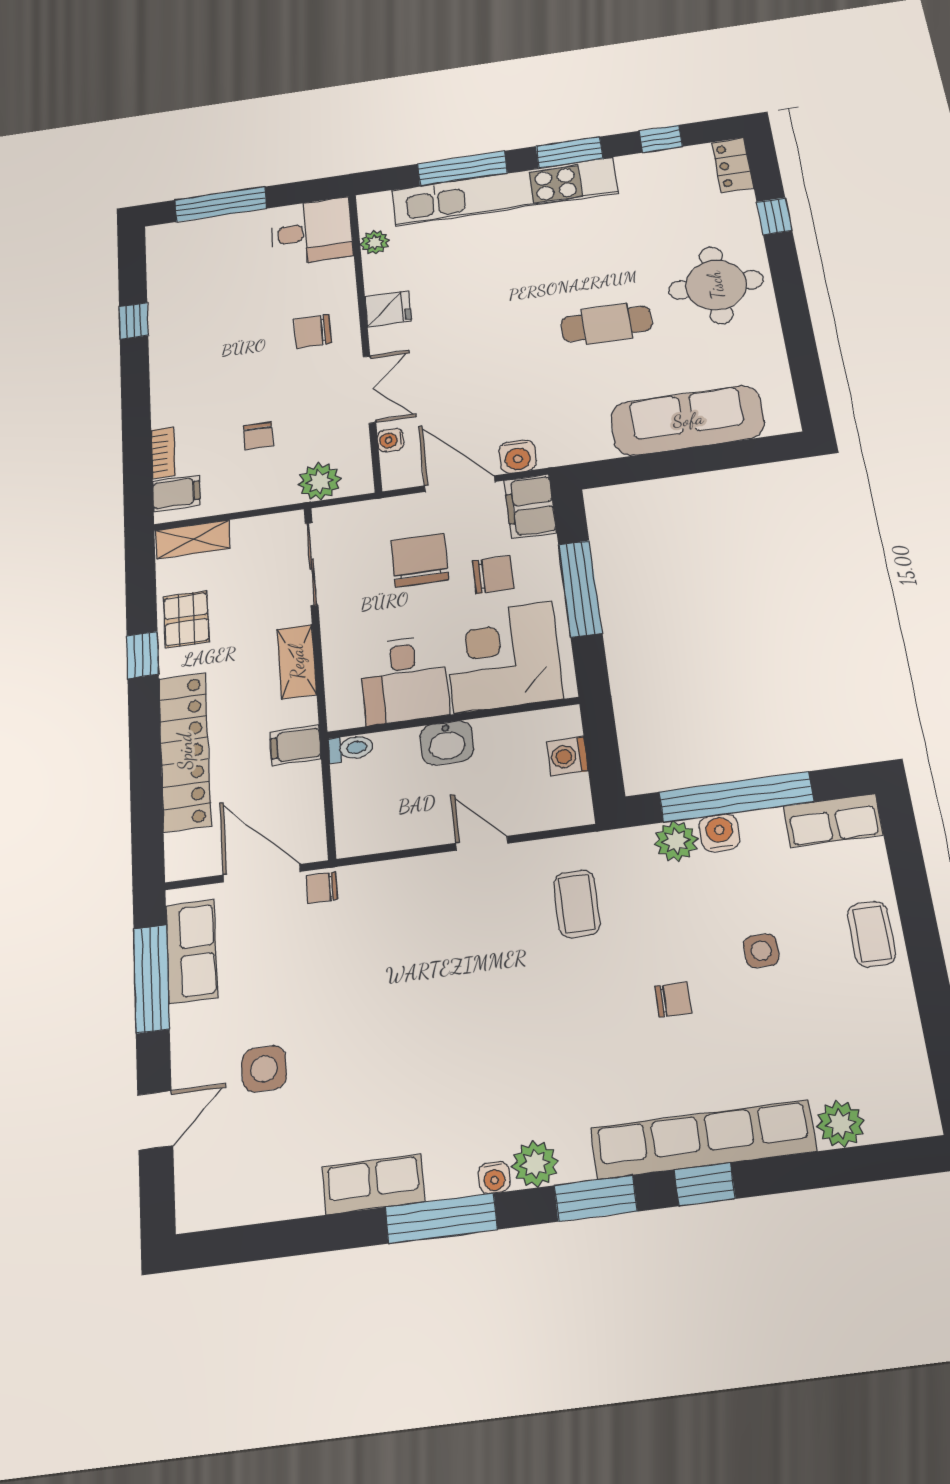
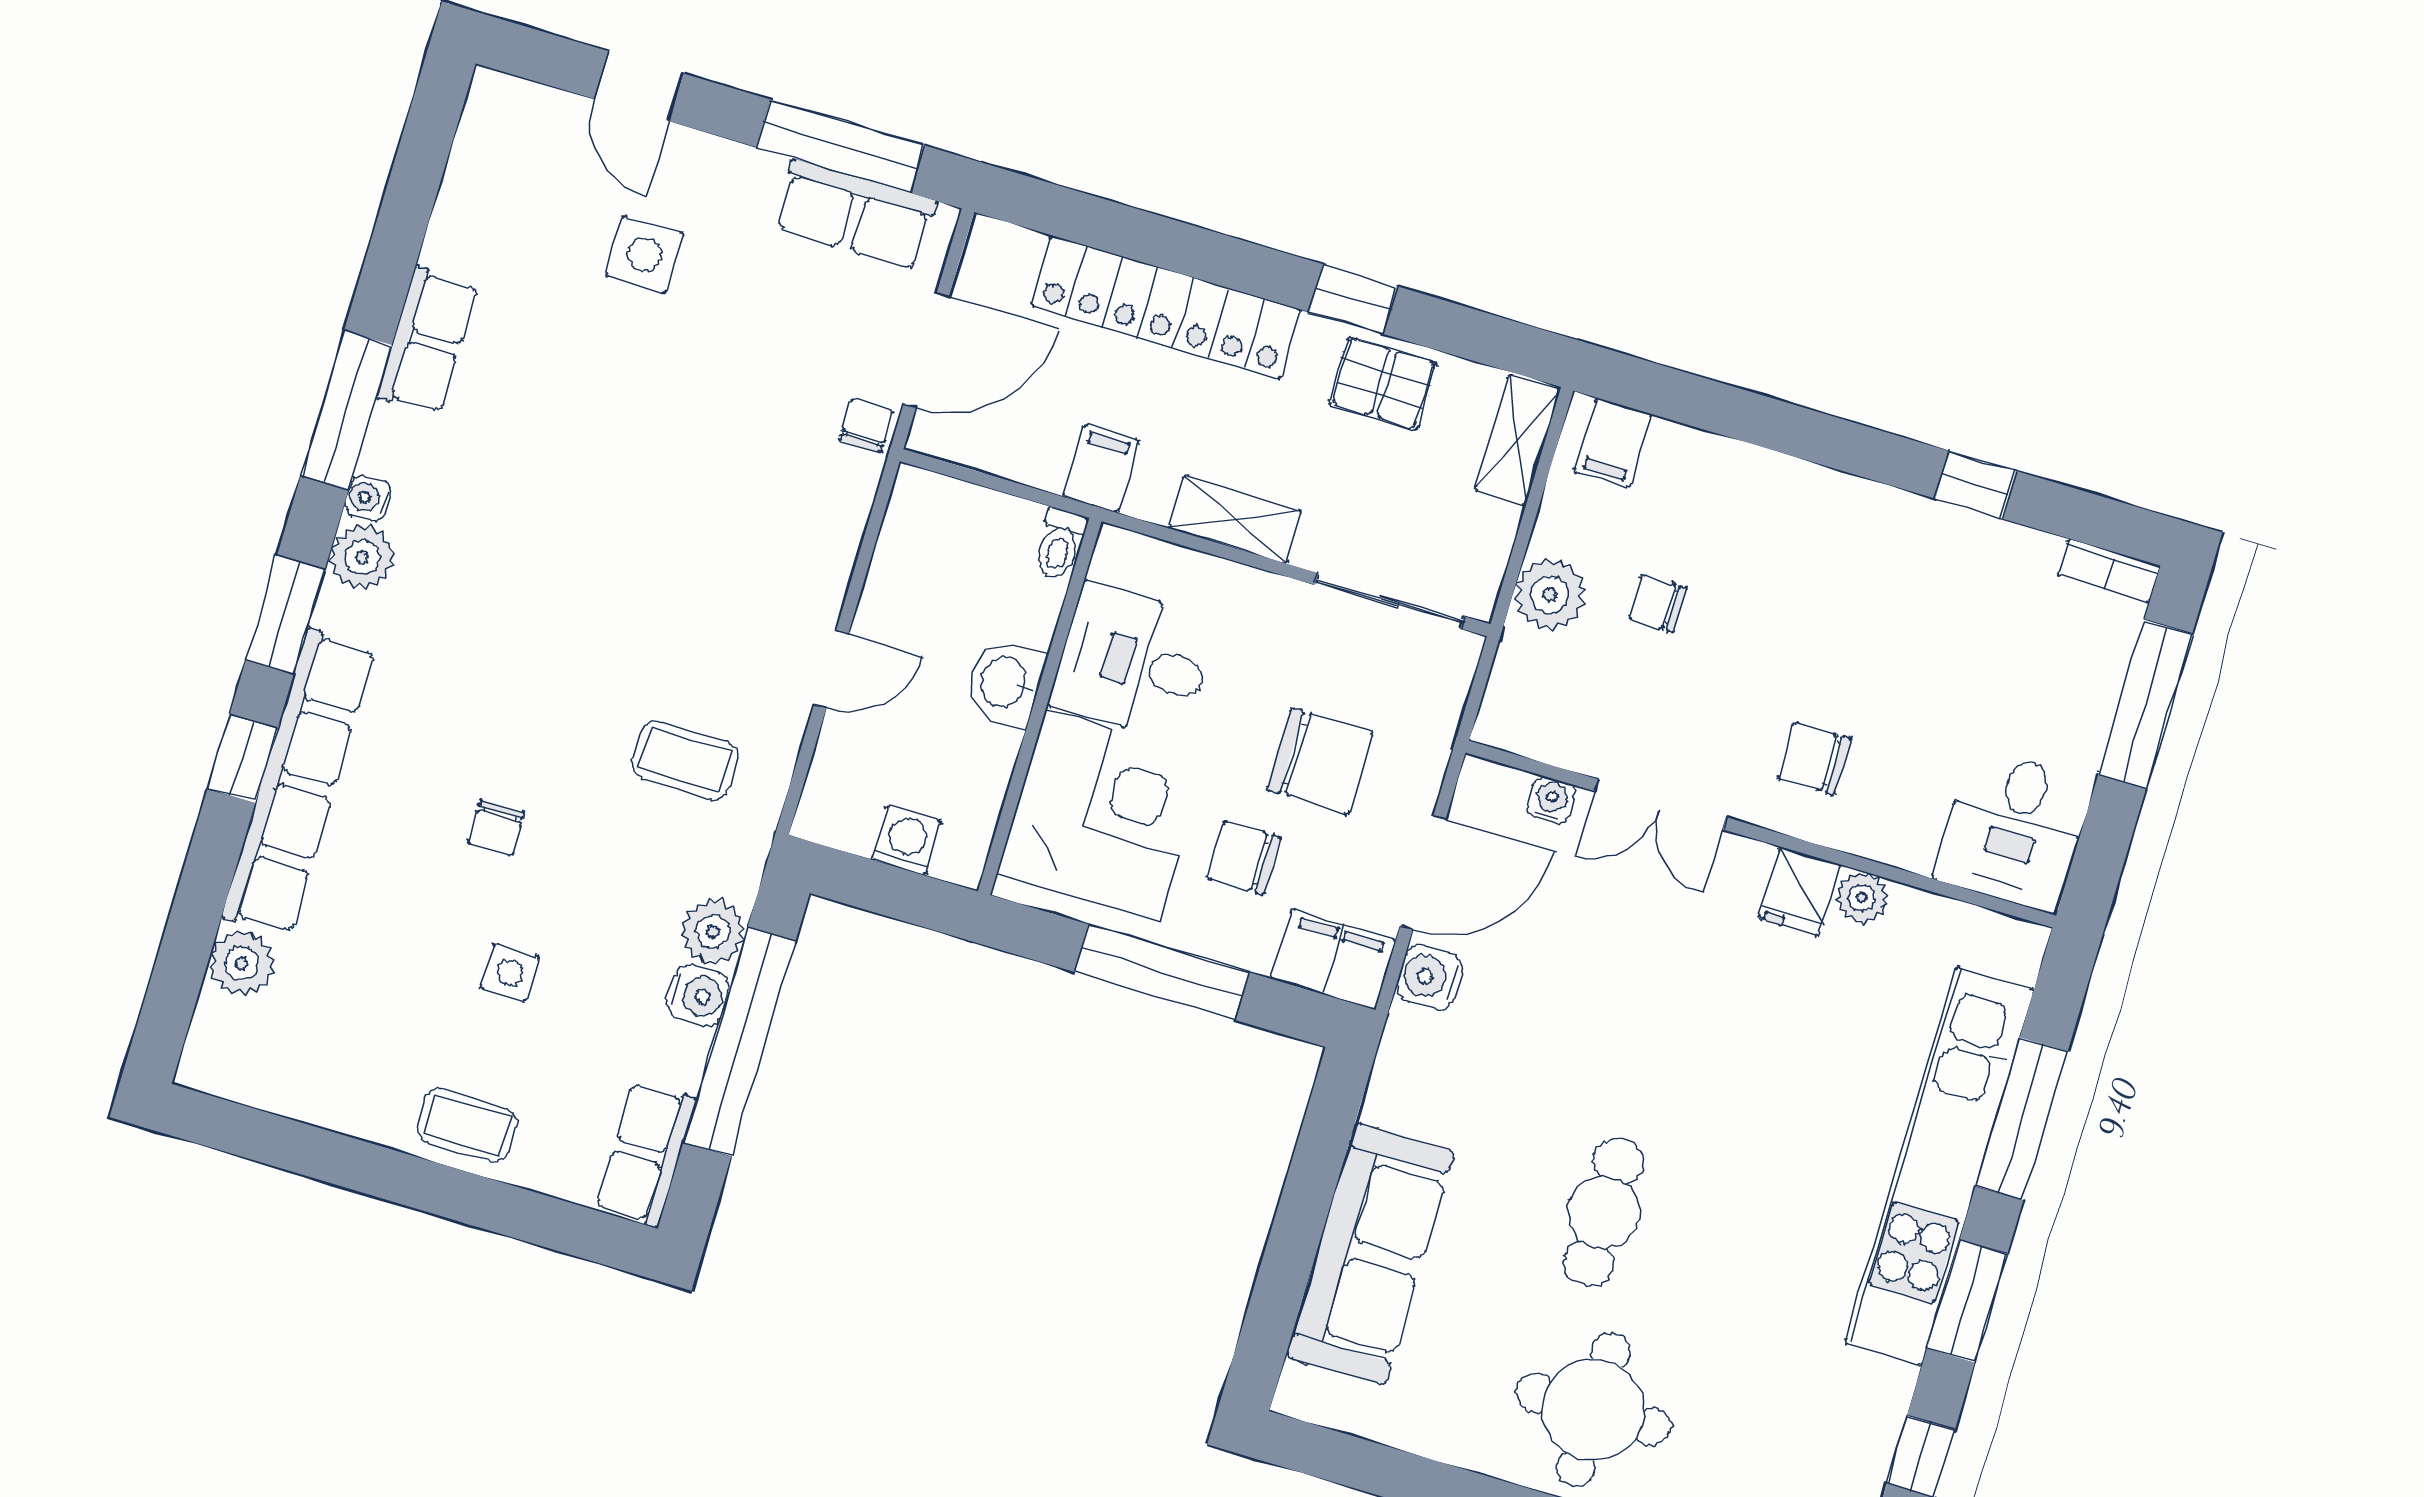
plant: (375, 242) -> (1862, 898), moved
chair: (313, 331) -> (1814, 759), turned -90
bookcase: (163, 453) -> (2109, 570), moved
plant: (319, 482) -> (1550, 595), moved
chair: (493, 575) -> (1244, 858), turned 90

